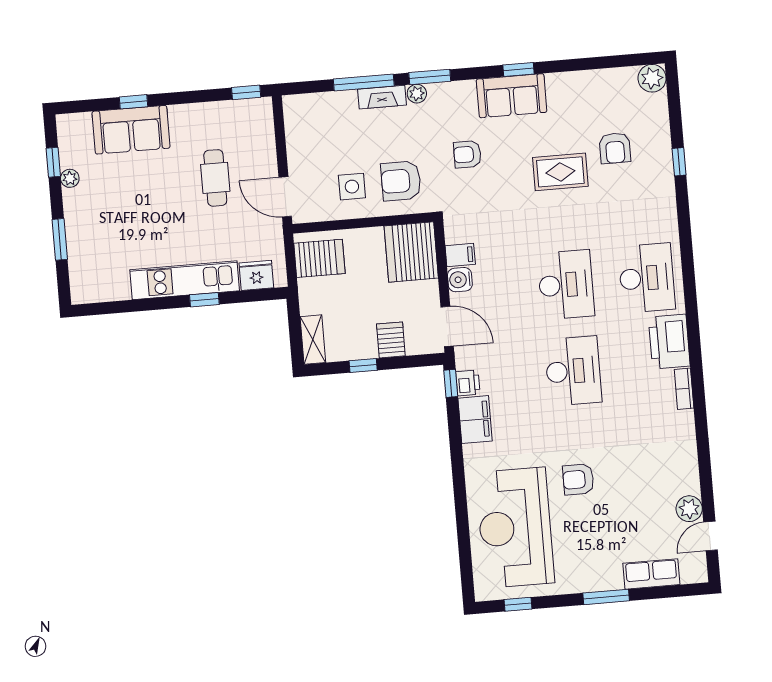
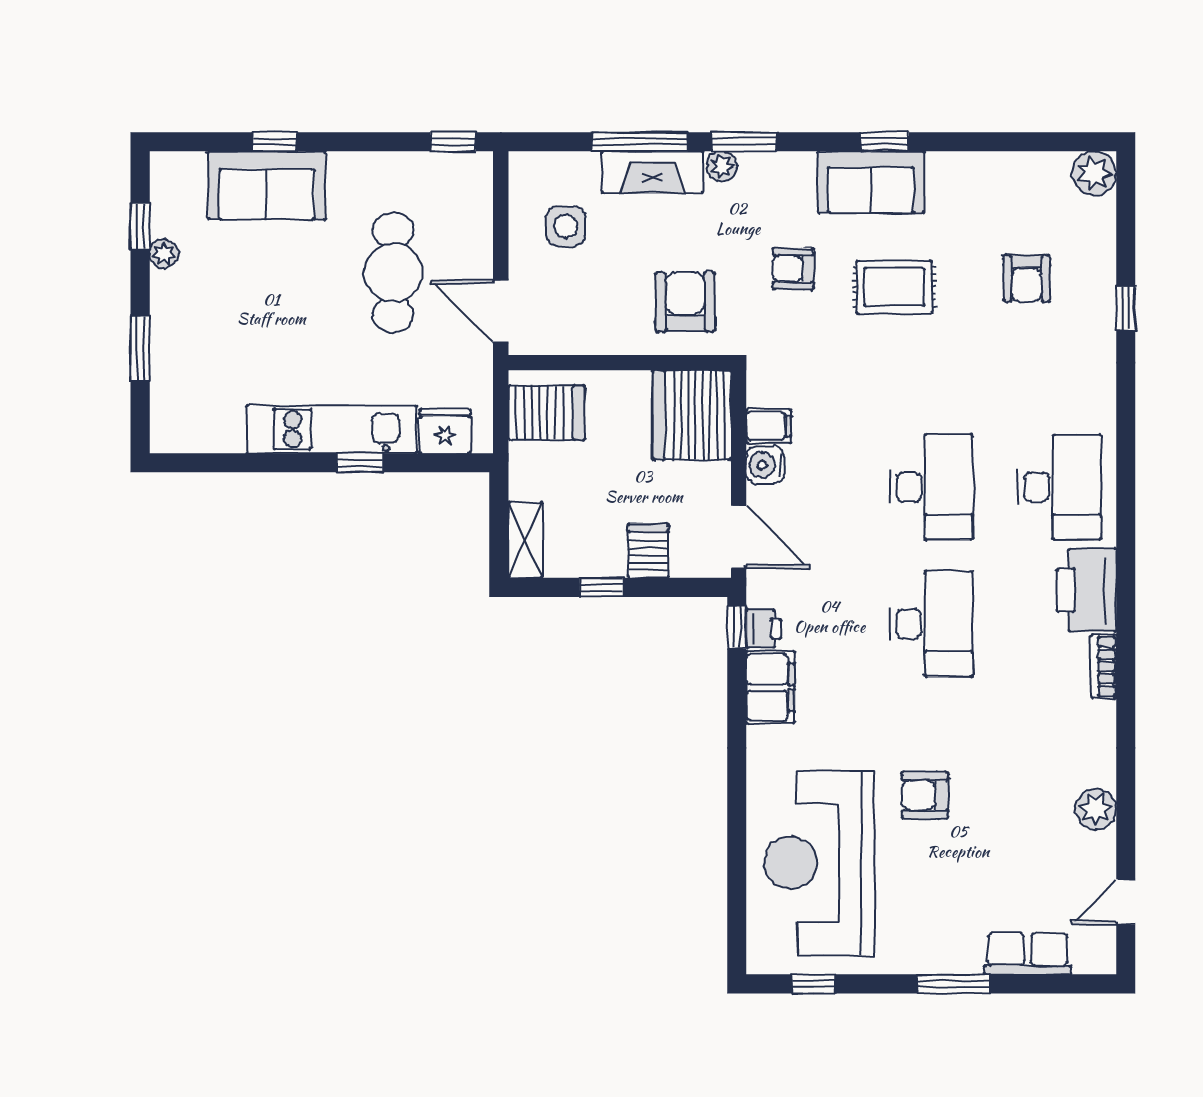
fireplace: (382, 97) -> (653, 172), width x1.37, depth x1.32
rug: (560, 172) -> (894, 287), moved
cafe table: (215, 178) -> (393, 272), width x1.37, depth x1.35
armchair: (401, 181) -> (685, 302), turned 89
side table: (352, 187) -> (566, 226), moved
plant: (689, 509) -> (1096, 809), moved

